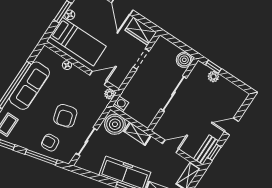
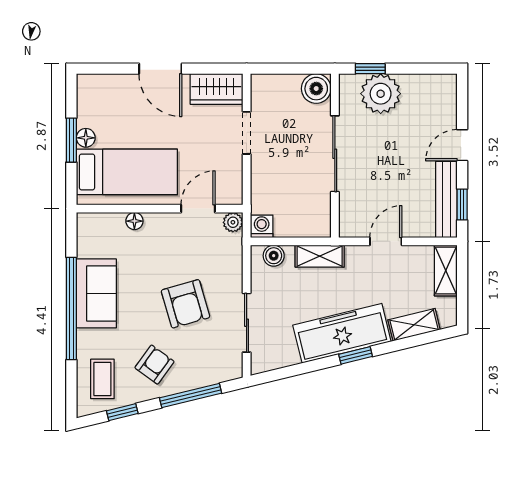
plant: (213, 77) -> (381, 94), width x1.88, depth x1.88
sofa: (30, 86) -> (96, 293), width x0.73
boiler: (115, 124) -> (274, 256), width x0.54, depth x0.54
armchair: (50, 143) -> (154, 365), moved, turned 131
bench: (206, 150) -> (446, 199), width x1.36

